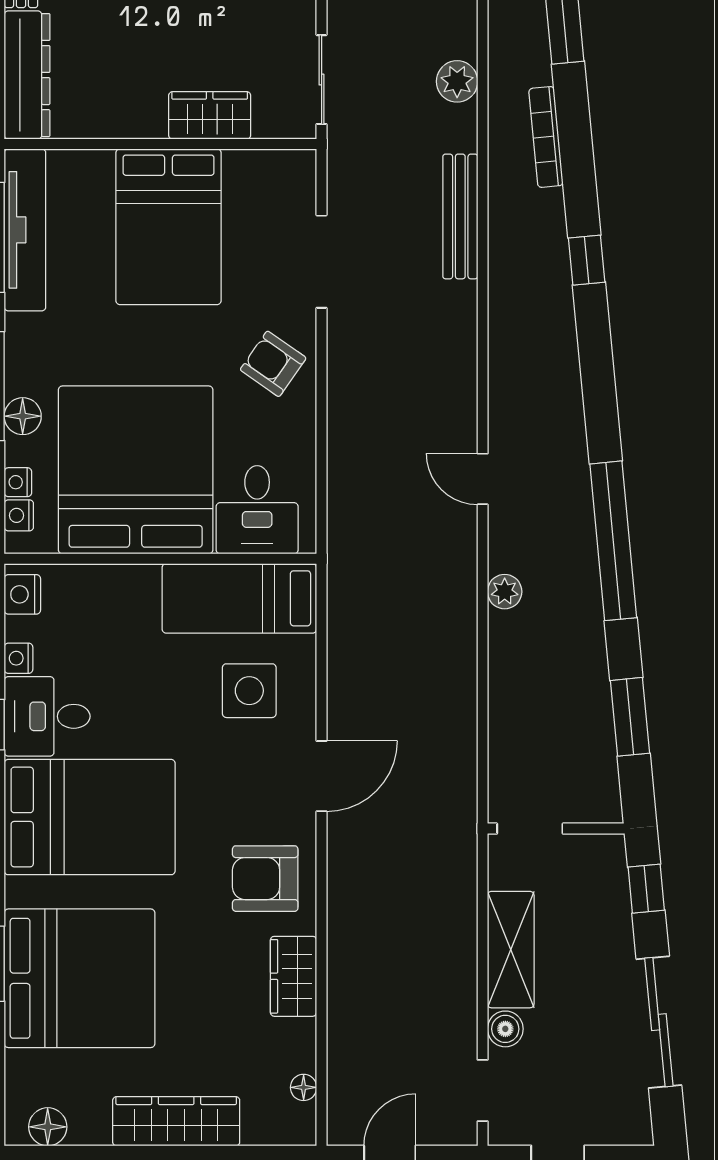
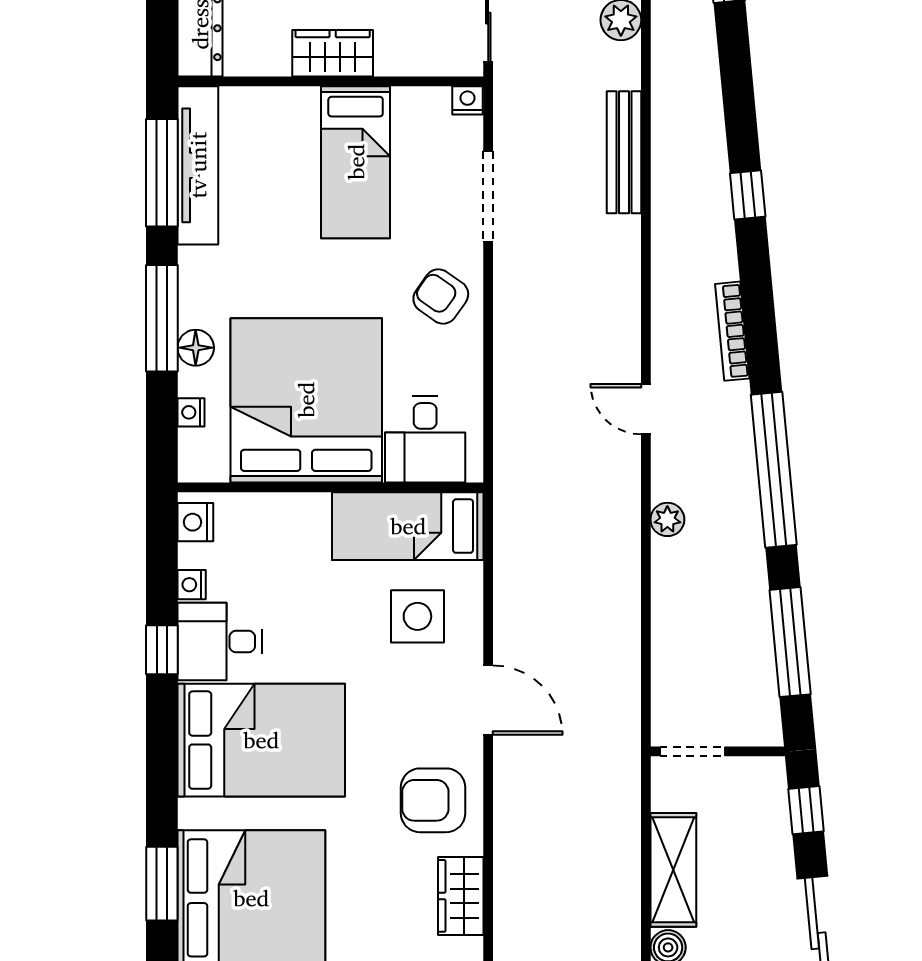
wardrobe: (210, 115) -> (333, 53), moved
bookcase: (546, 137) -> (732, 331), moved
bed: (169, 227) -> (356, 162), width x0.67
nightstand: (19, 515) -> (467, 100), moved, turned 90
window: (630, 717) -> (790, 642), width x1.44
door: (322, 776) -> (488, 700), hinge flipped

